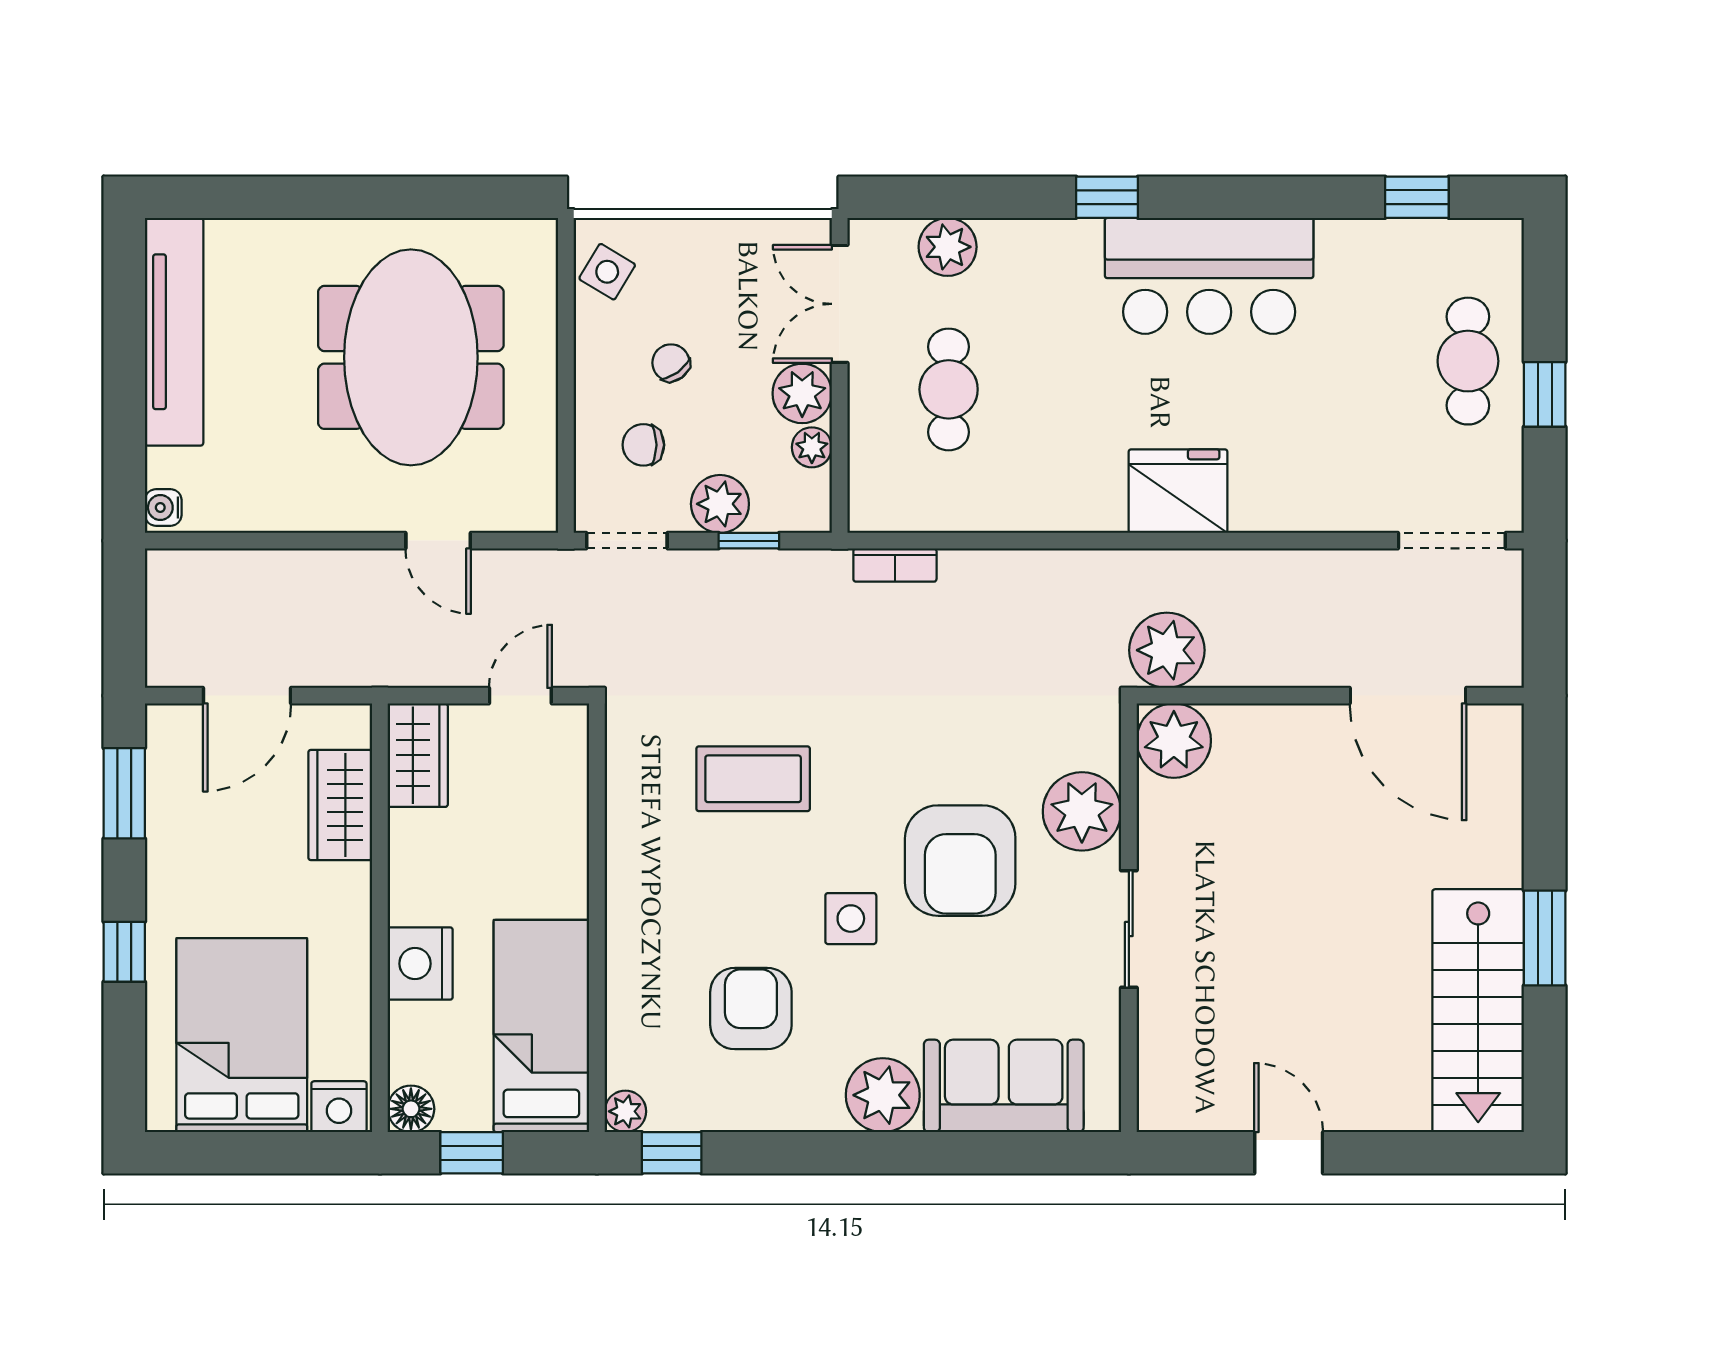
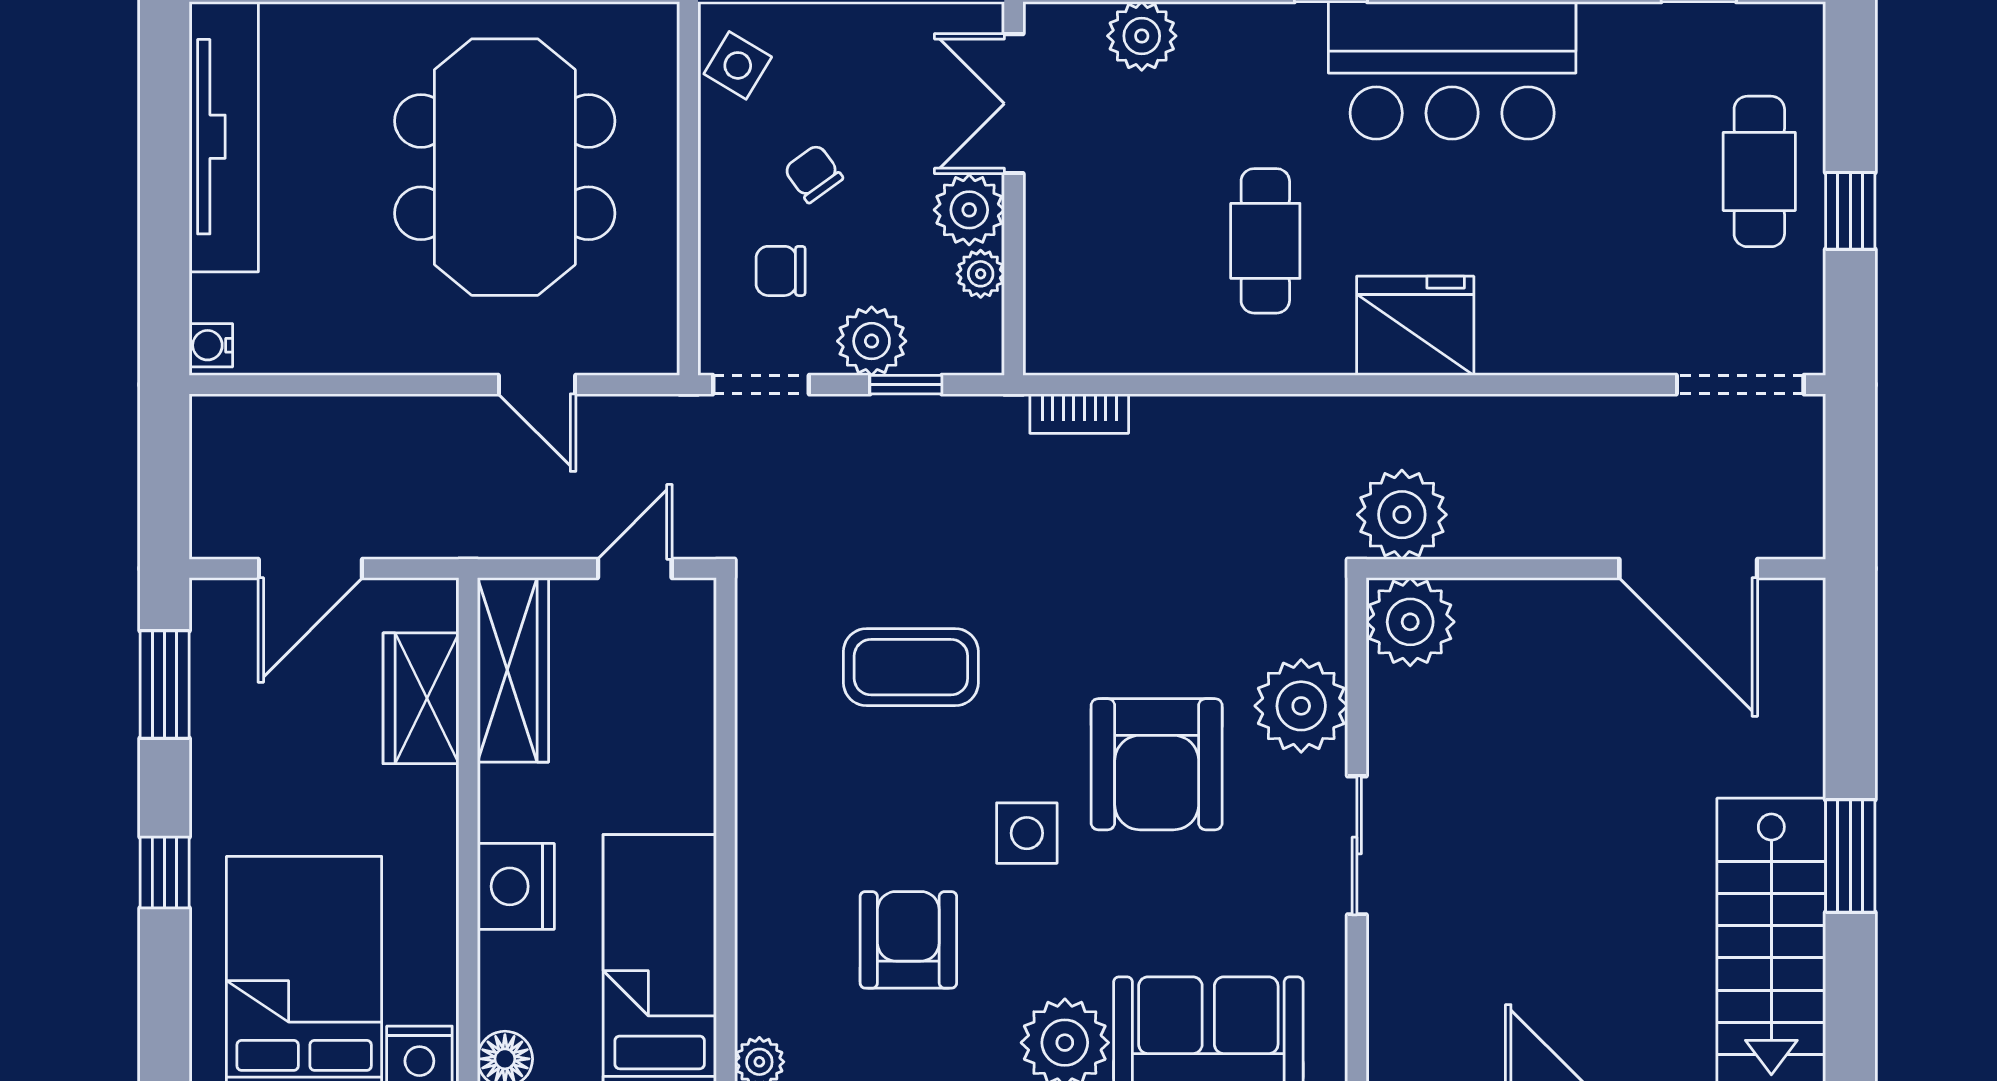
cafe table: (949, 389) -> (1265, 241), moved
wardrobe: (418, 755) -> (513, 670), width x1.50

